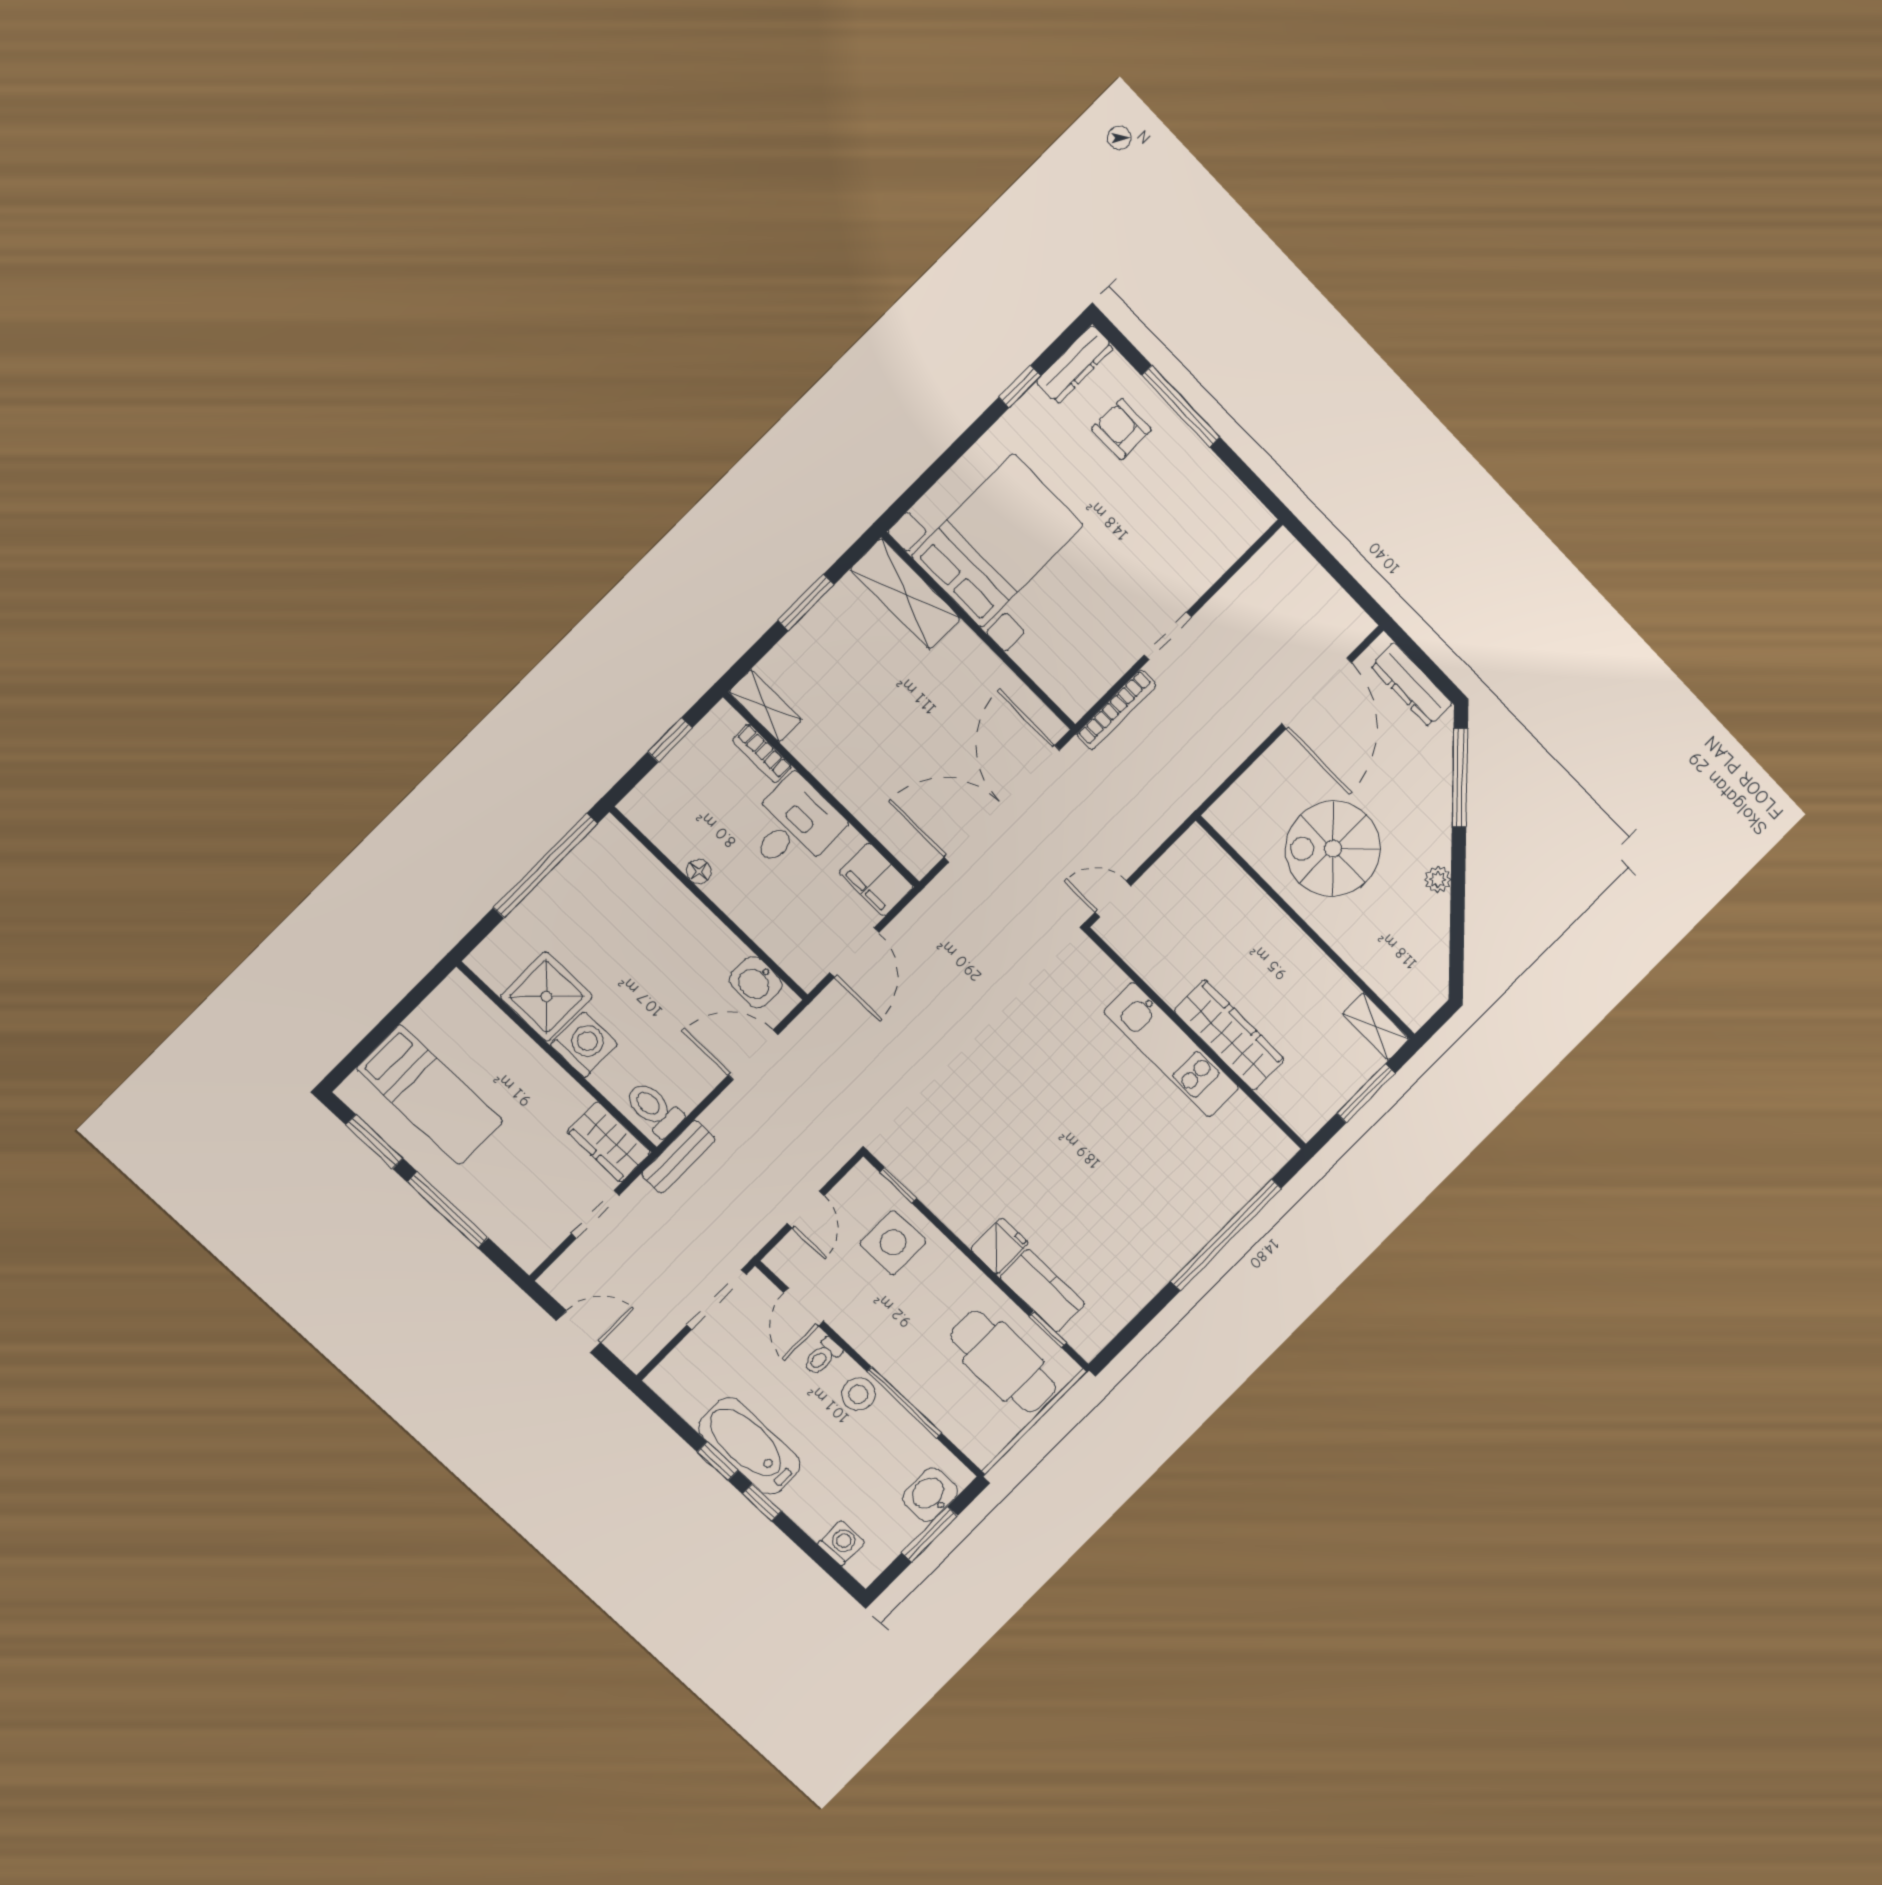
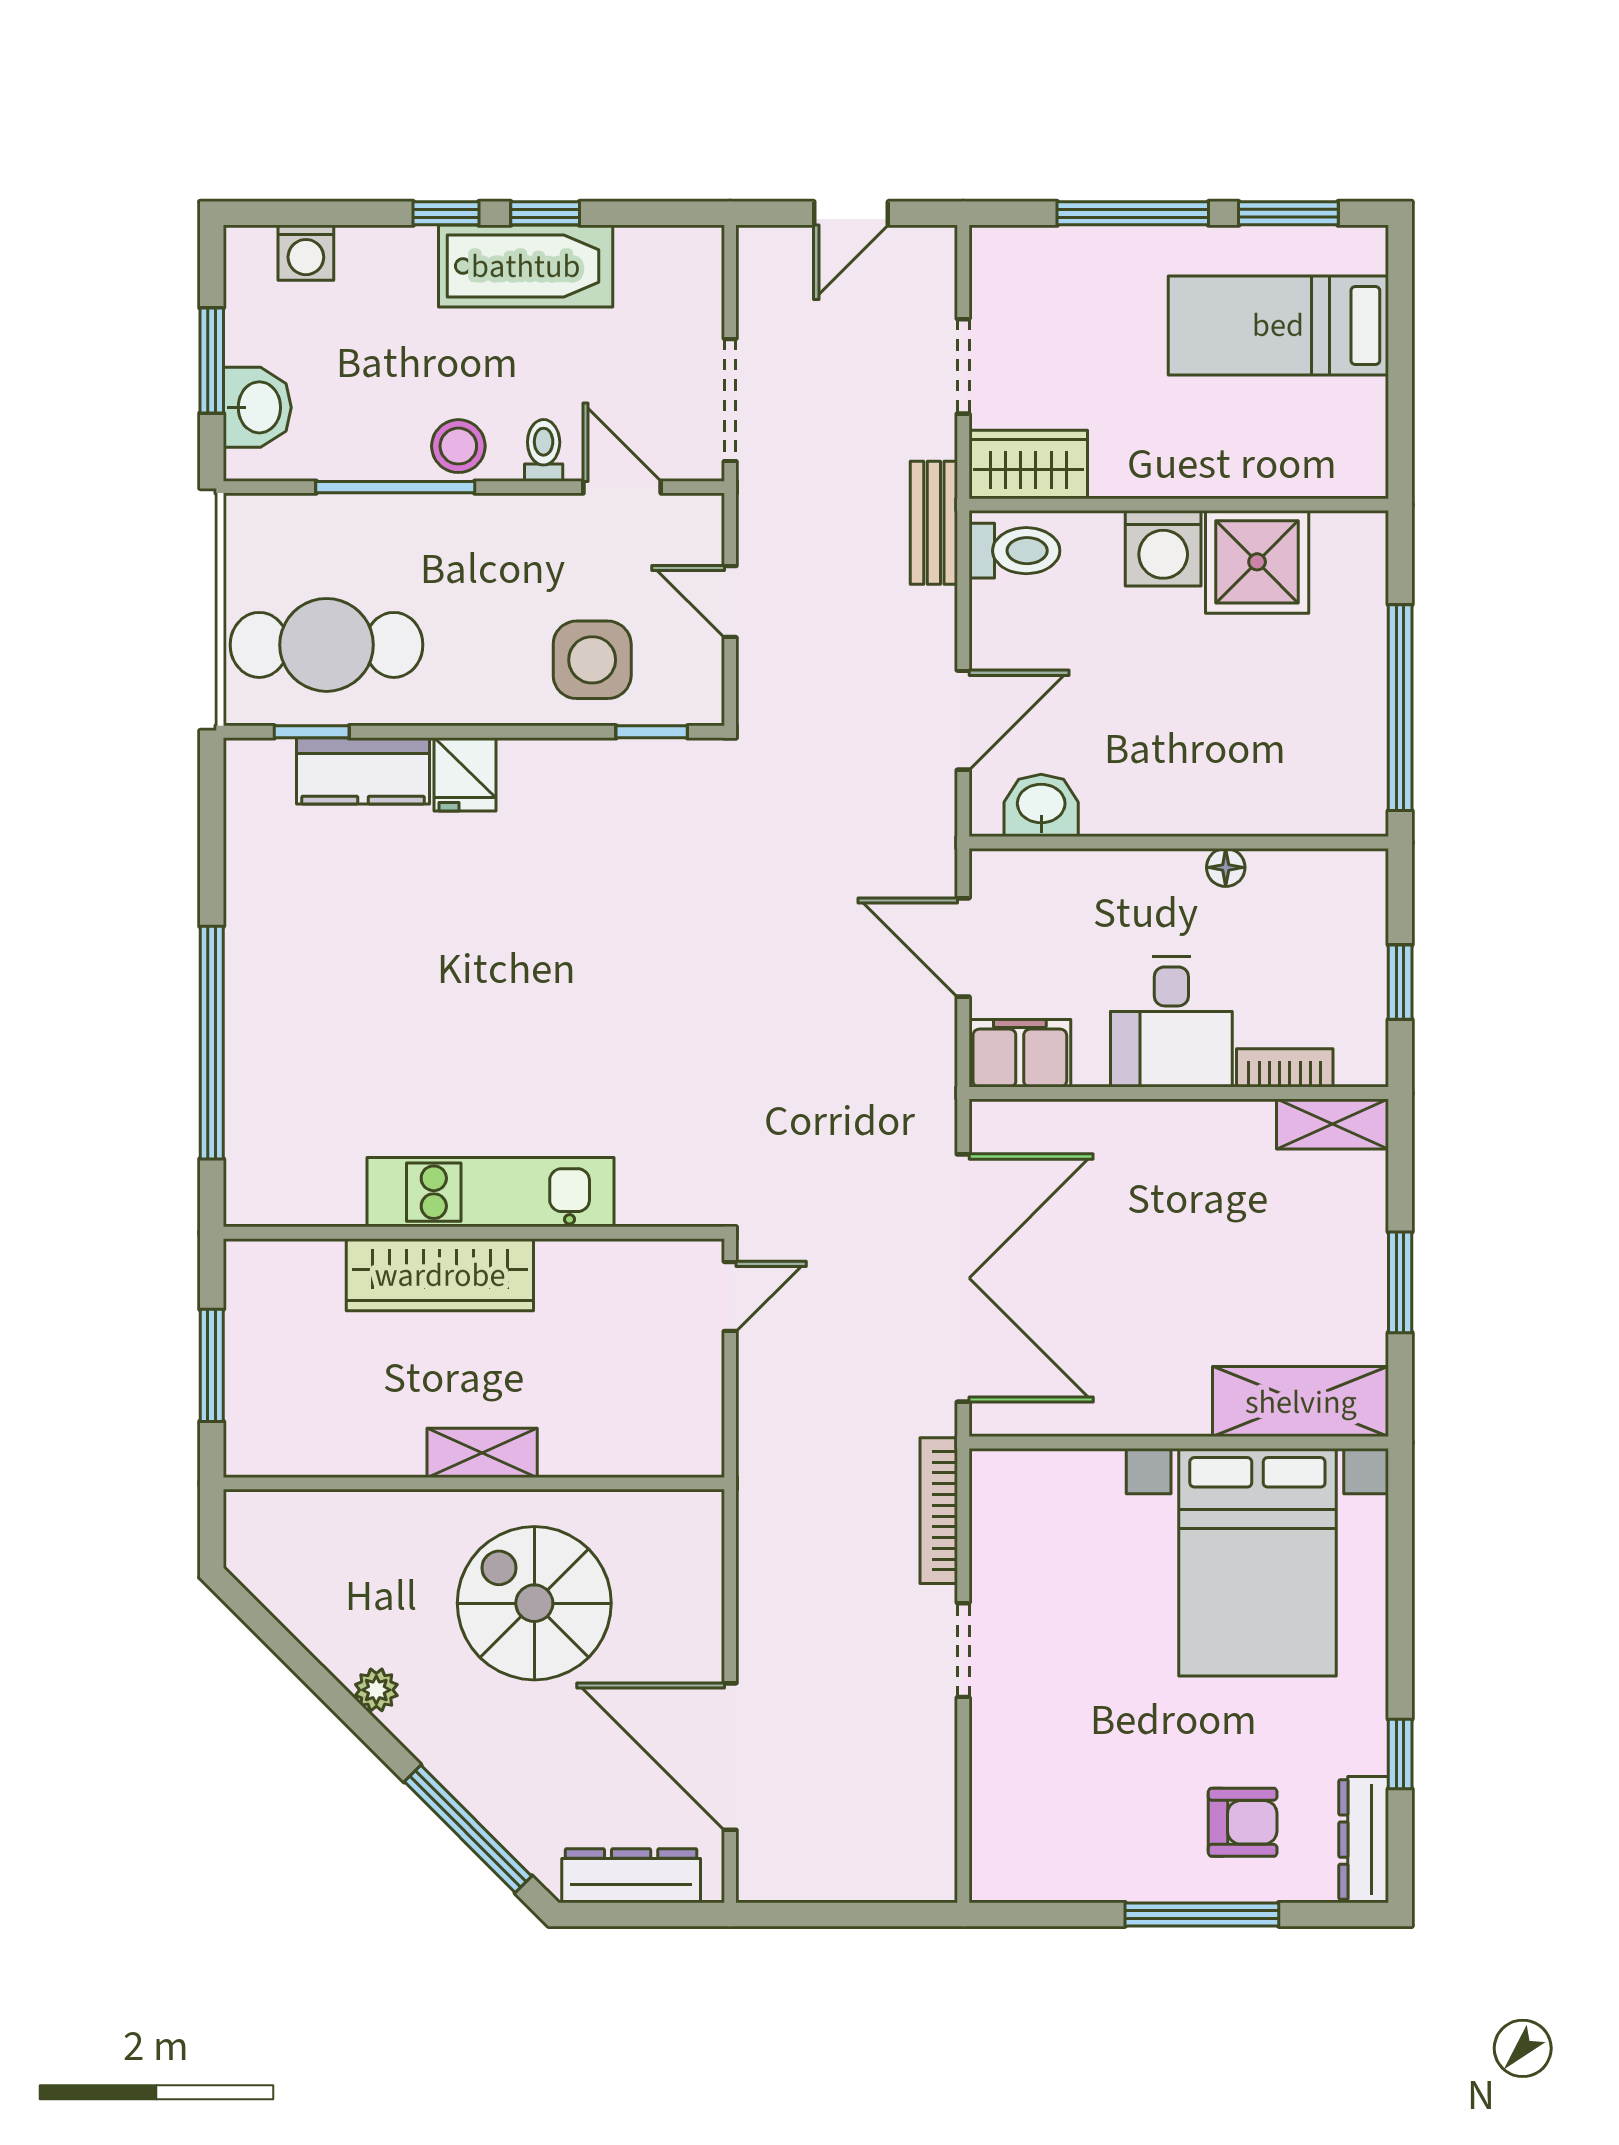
spiral stairs: (1333, 849) -> (534, 1603), turned -90
shelving: (1376, 1026) -> (482, 1453), moved

